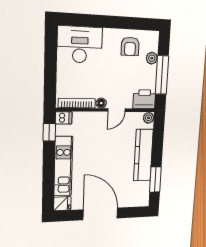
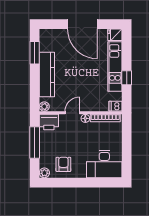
plant: (152, 58) -> (44, 173), moved
window: (49, 132) -> (127, 78), moved

